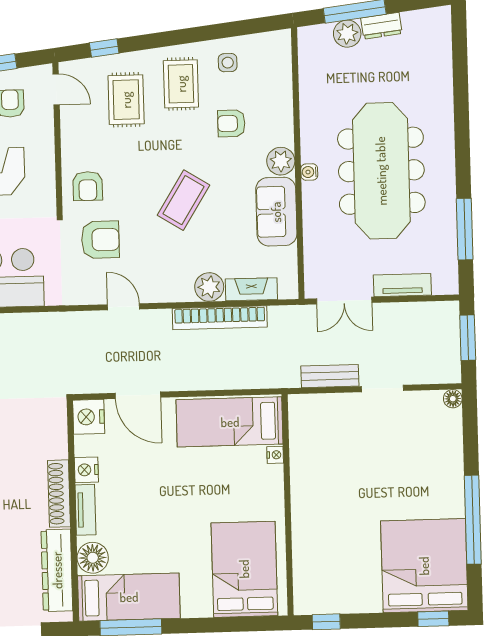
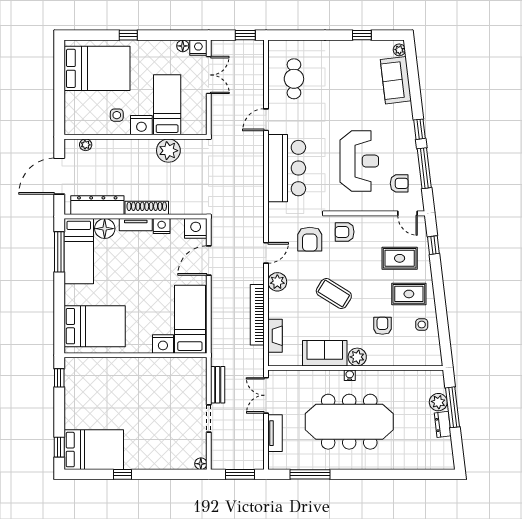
door: (56, 89) -> (407, 213), hinge flipped
plant: (209, 287) -> (277, 282), moved
nightstand: (275, 455) -> (163, 344), width x1.89, depth x1.79
window: (473, 520) -> (122, 474), width x0.32
bed: (424, 566) -> (94, 450), width x0.73

